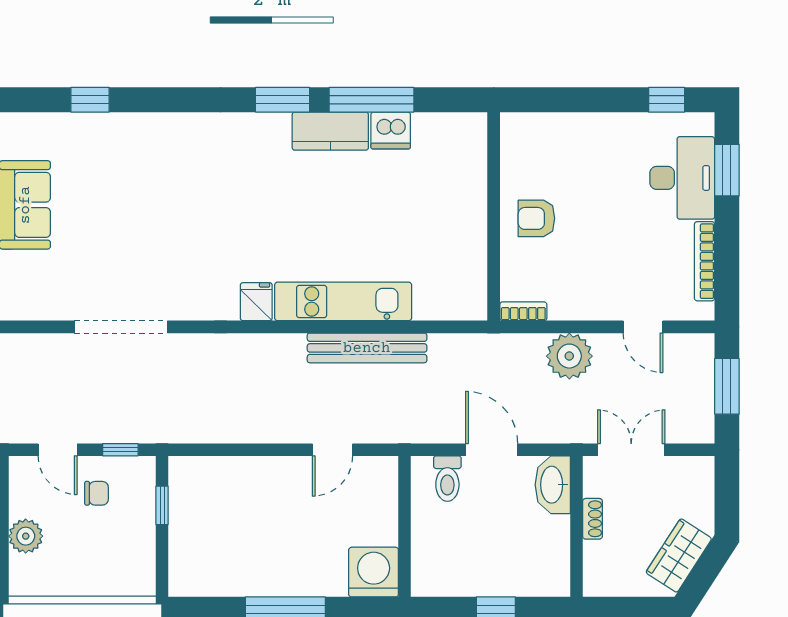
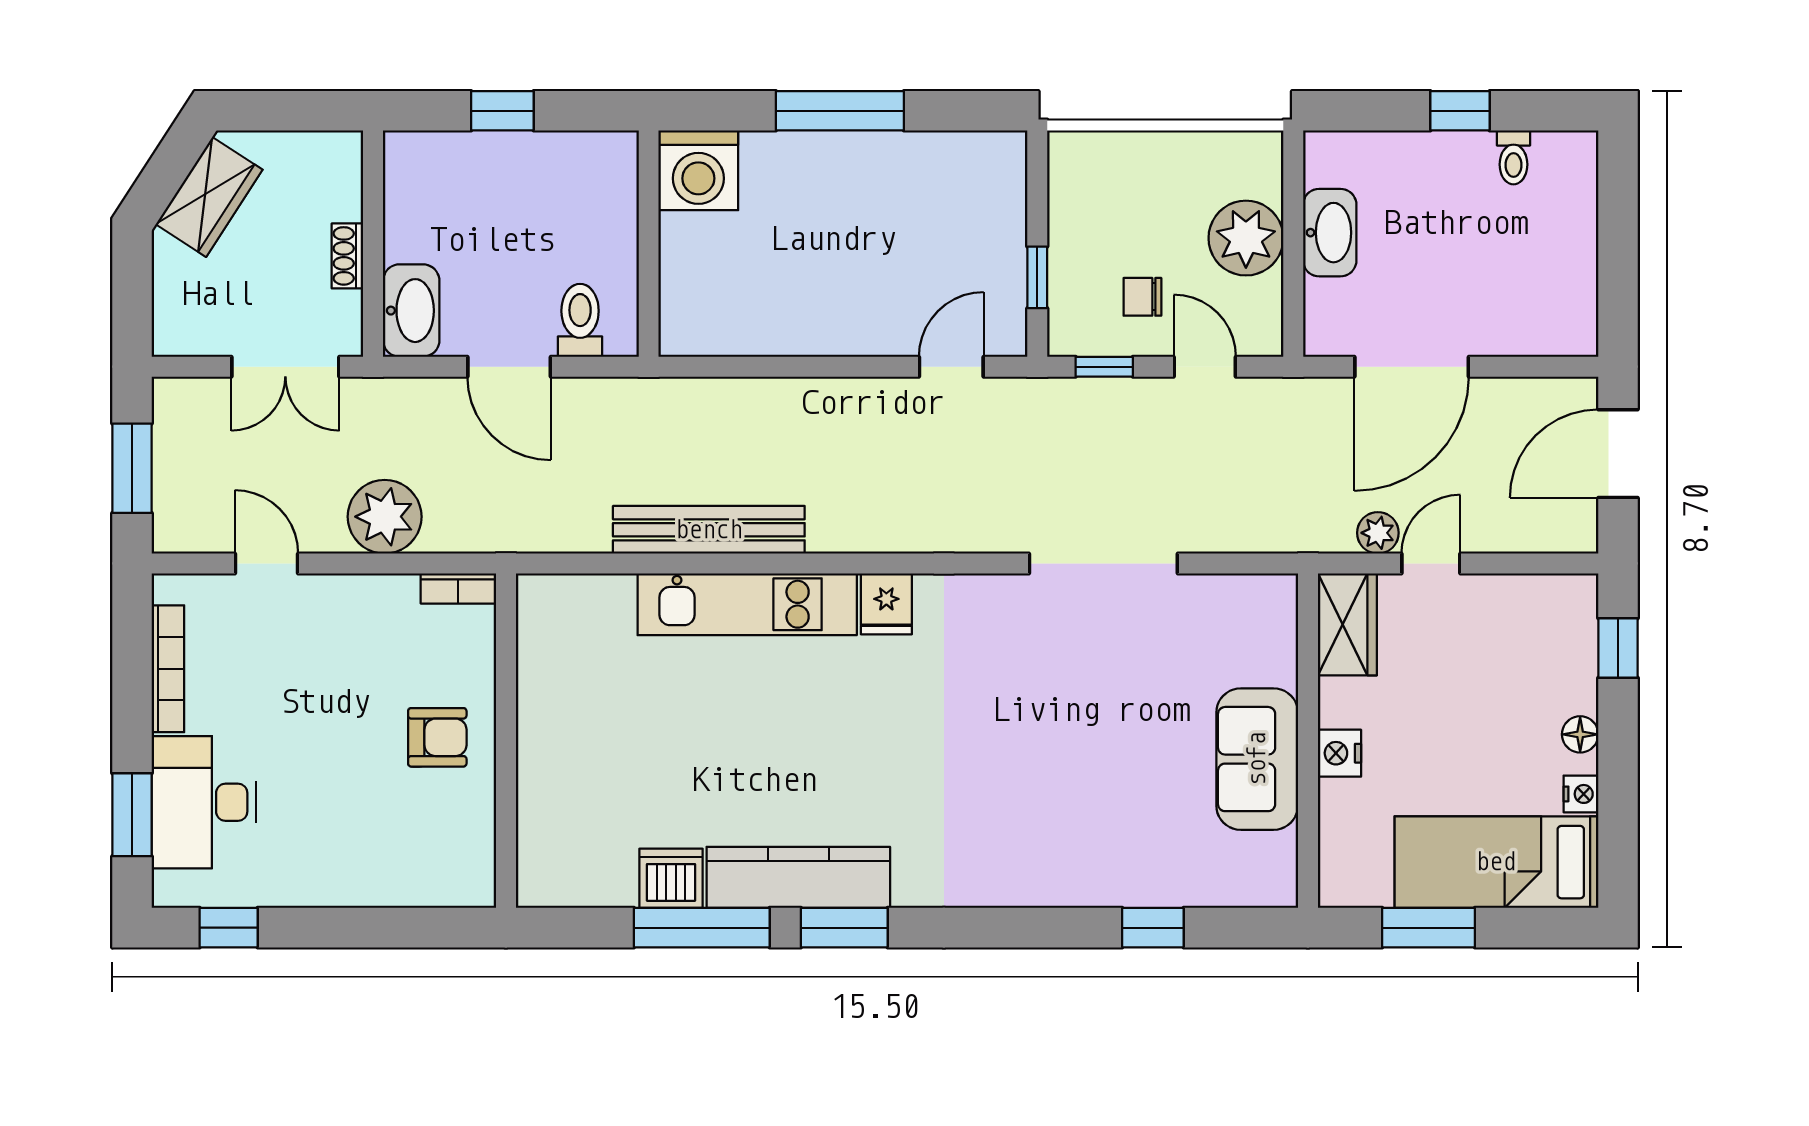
kitchen counter: (330, 131) -> (798, 877), width x1.50
door: (333, 450) -> (951, 367), moved
plant: (26, 536) -> (1246, 238), width x1.36, depth x1.36

